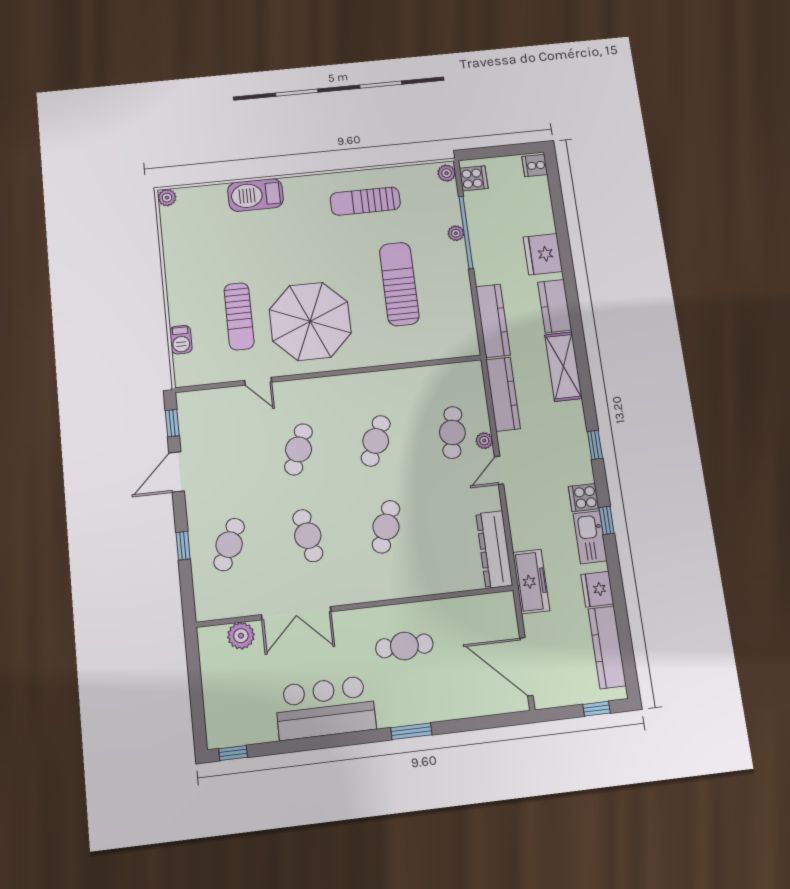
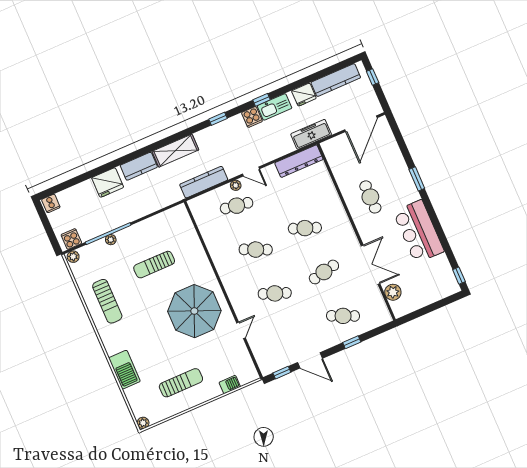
sun lounger: (399, 284) -> (154, 265), width x0.73, depth x0.75
sun lounger: (239, 316) -> (181, 383), moved
kitchen counter: (493, 321) -> (160, 201), removed

